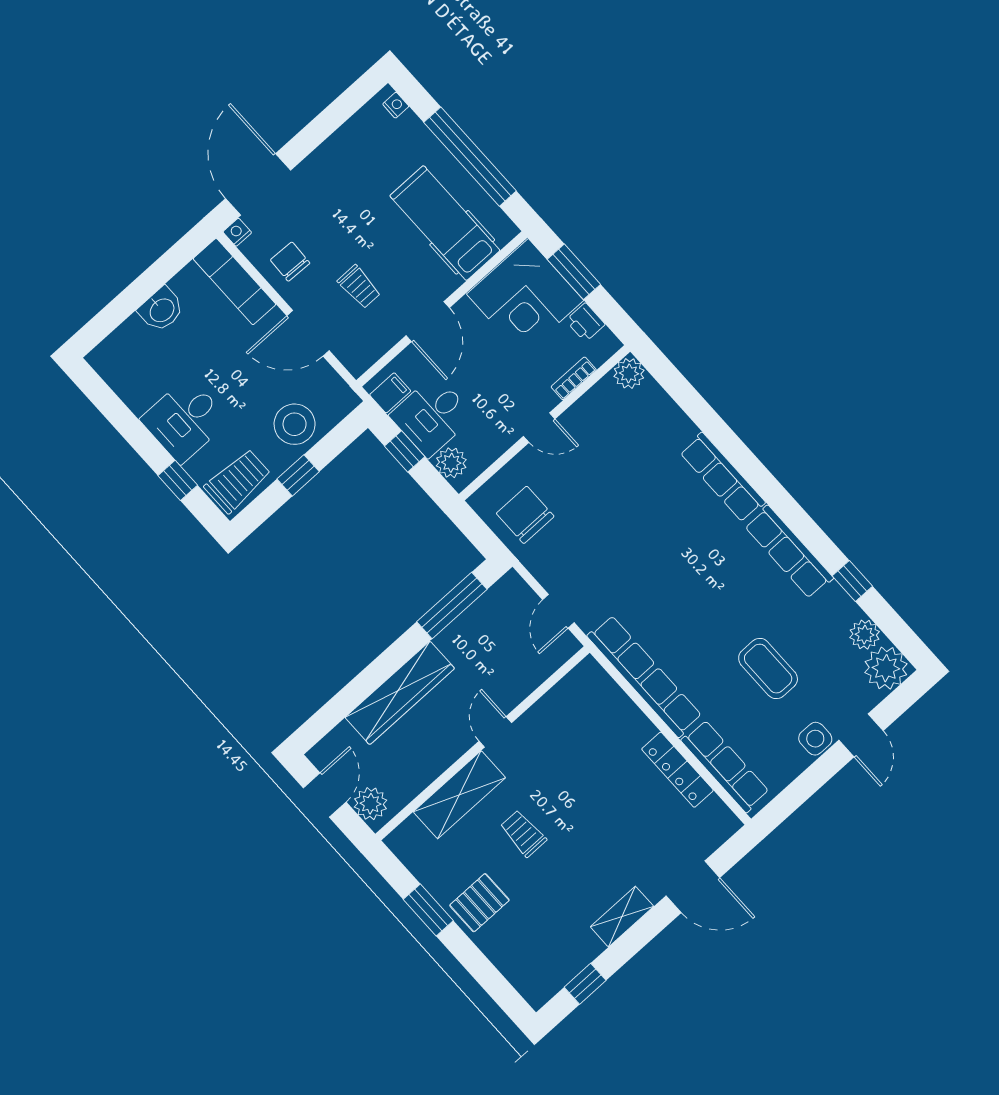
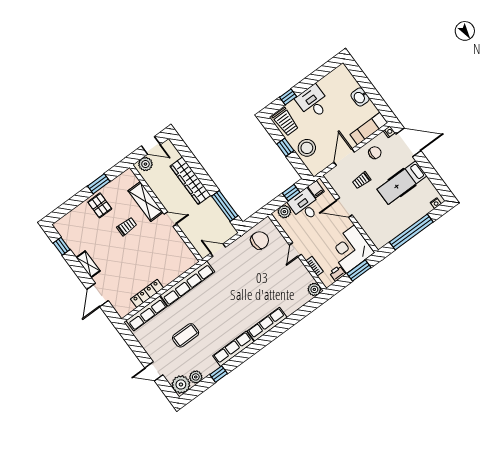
hospital bed: (445, 223) -> (402, 183), moved, turned 180
side table: (815, 739) -> (154, 352), removed

